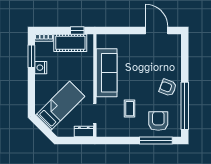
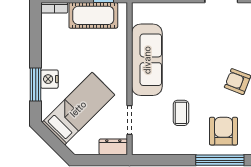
window: (31, 56) -> (36, 84), moved
nightstand: (41, 68) -> (49, 79), moved

